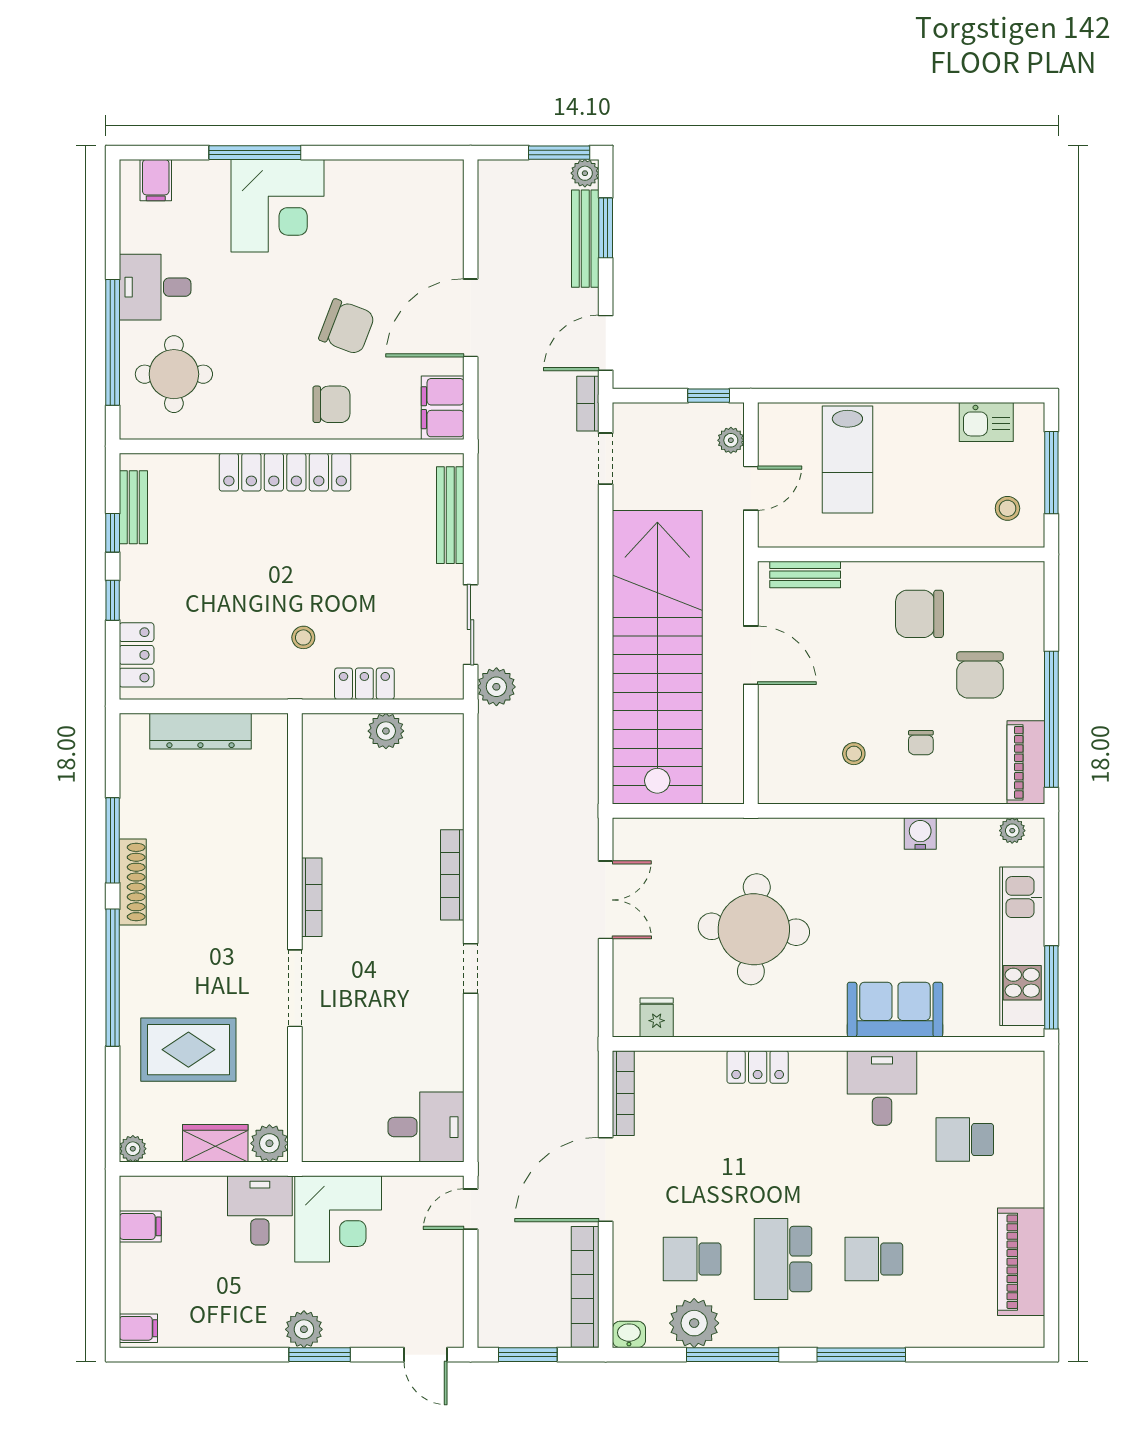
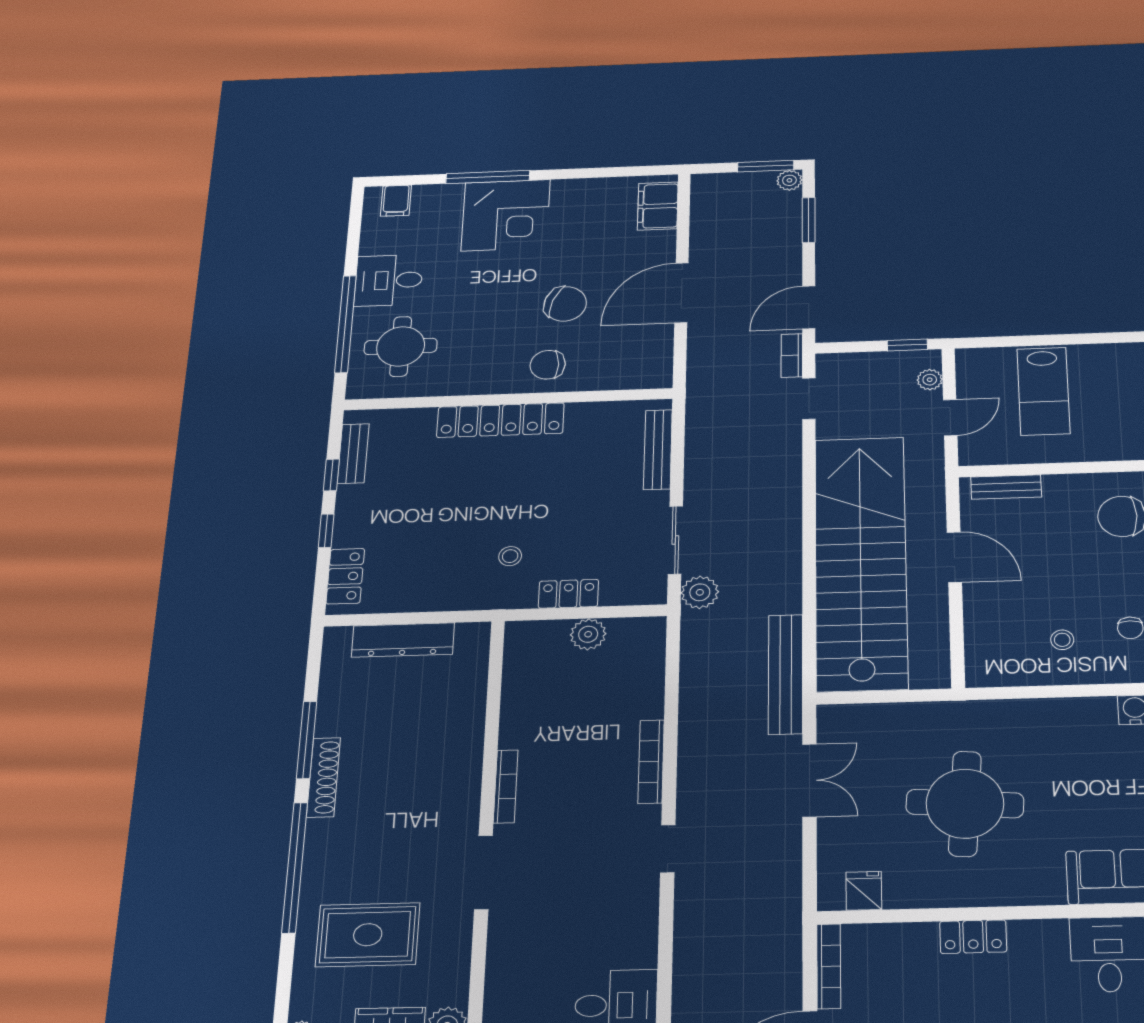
bench: (585, 239) -> (786, 674), moved, width x1.37, depth x1.21
chair: (331, 404) -> (548, 365), turned 180
filing cabinet: (443, 408) -> (658, 206), moved

